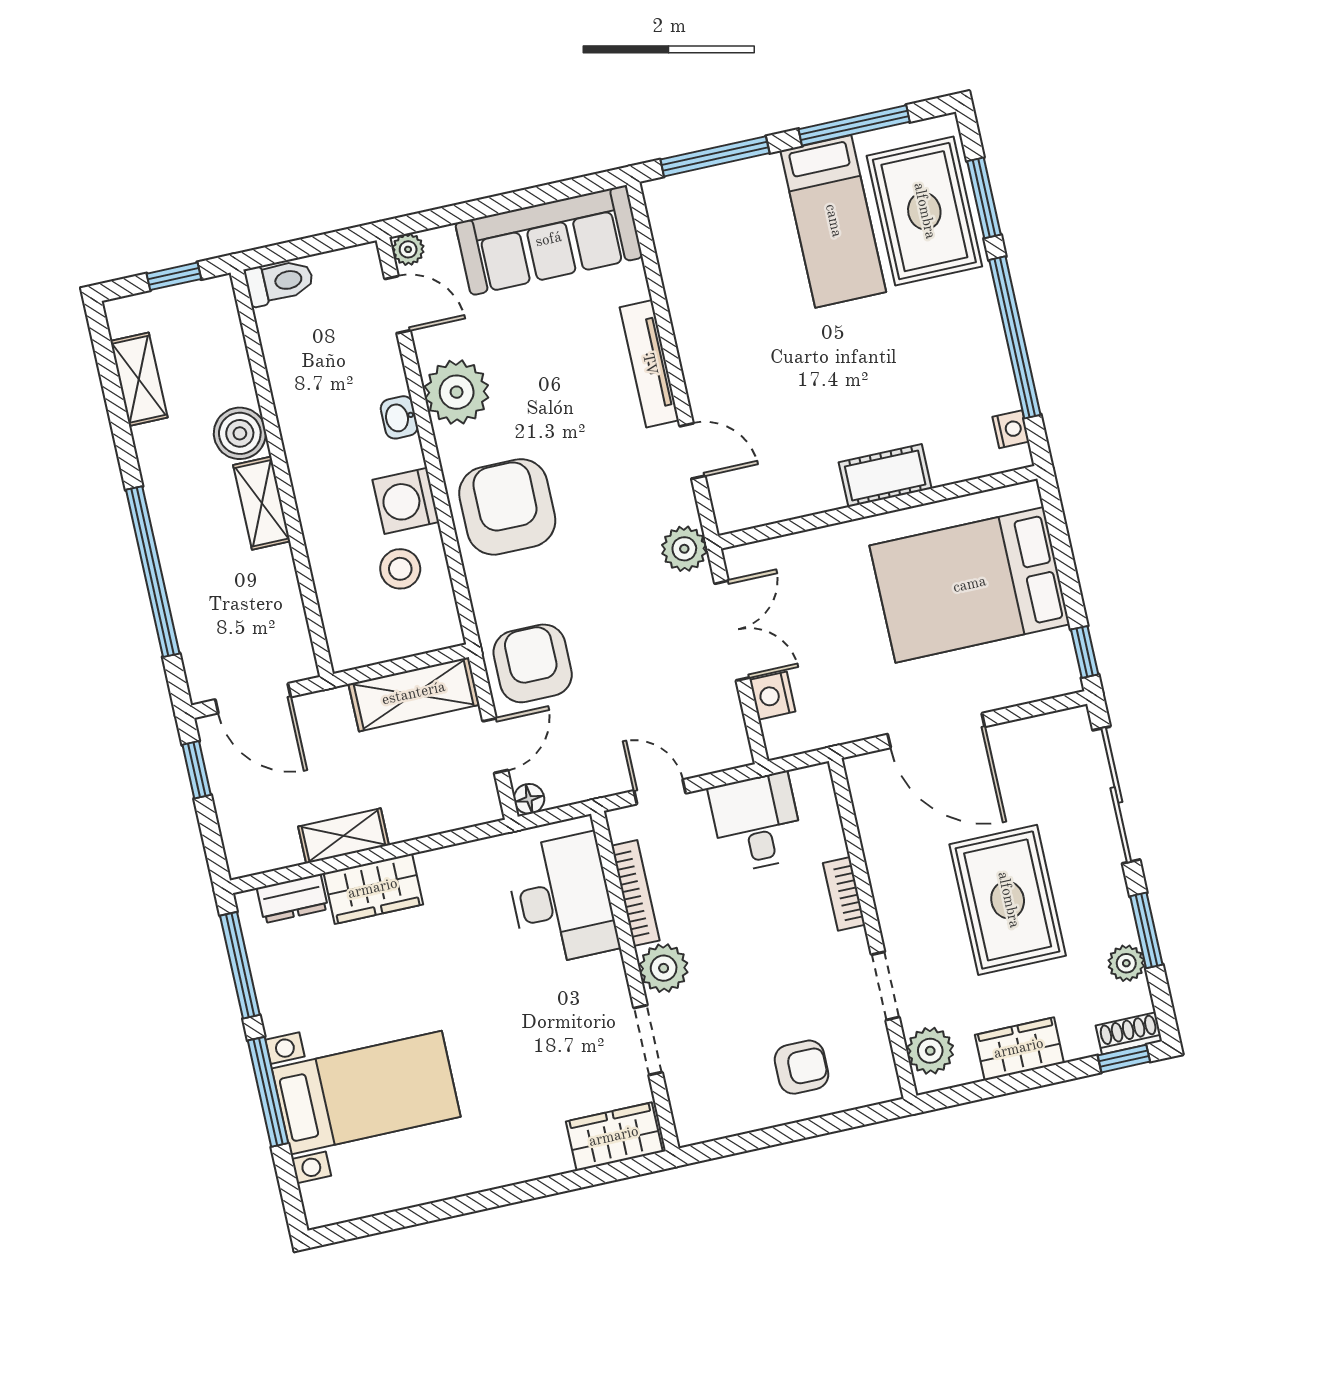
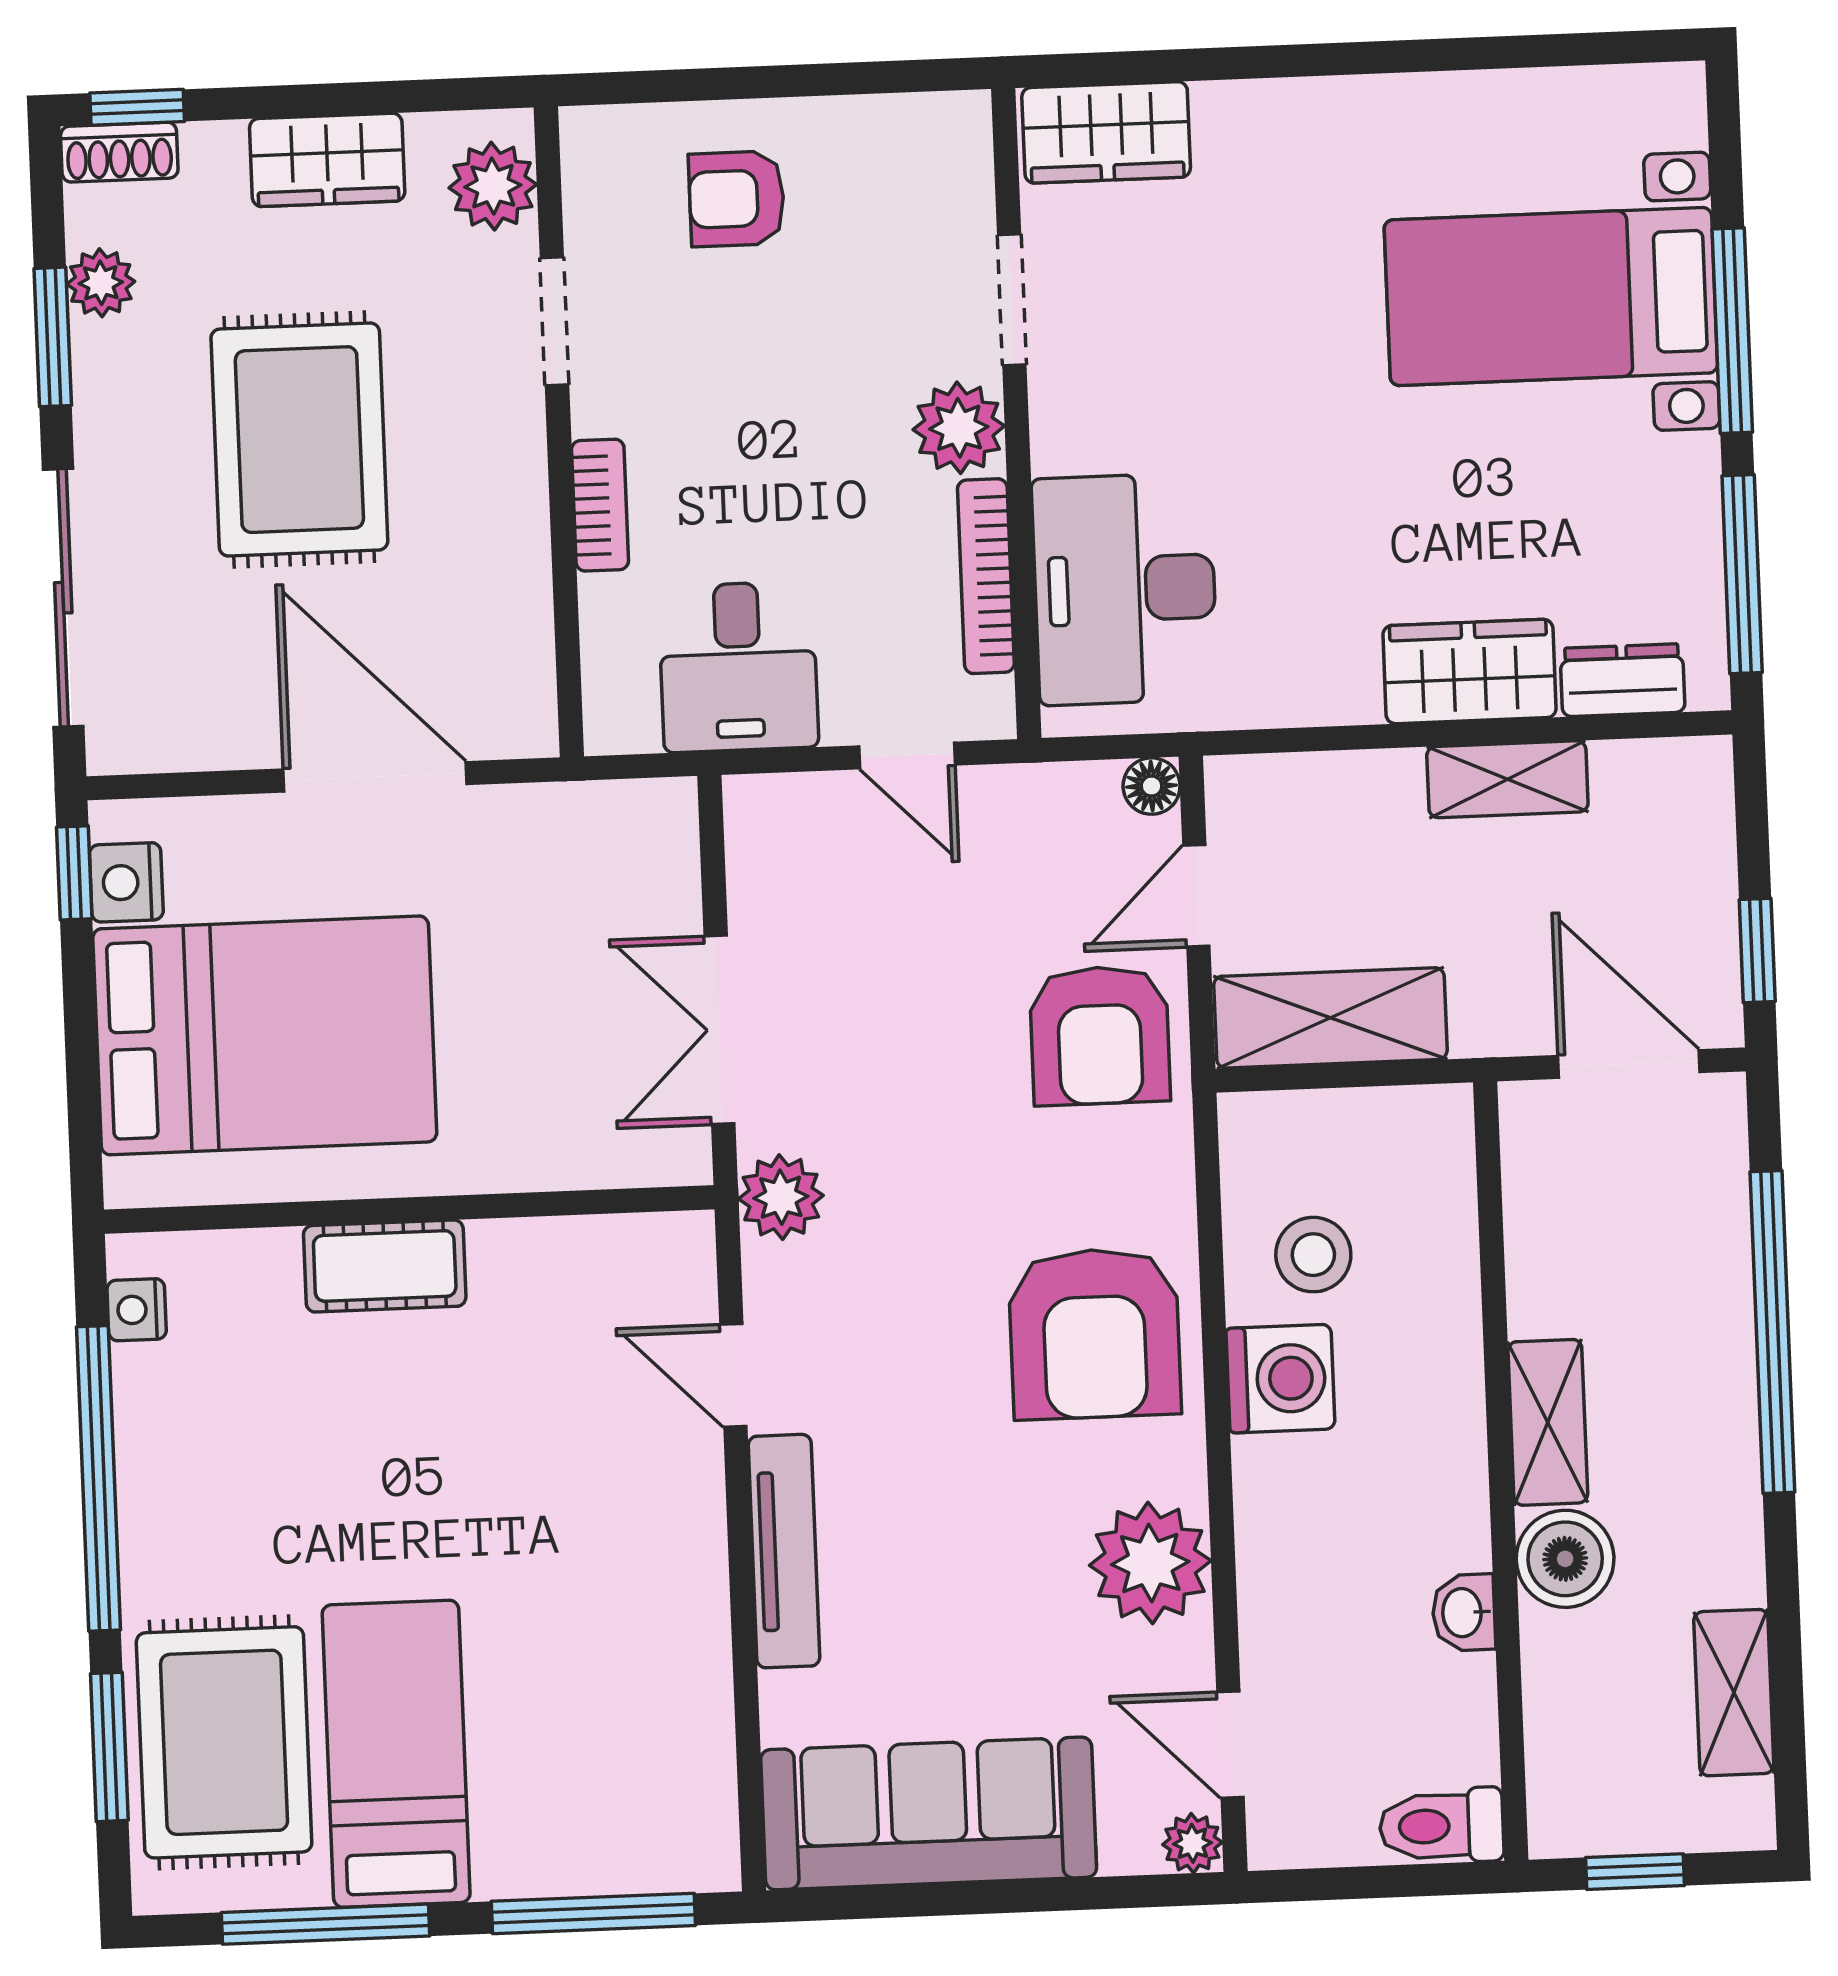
washbasin: (399, 417) -> (1464, 1613), moved, turned 180
nightstand: (773, 696) -> (126, 882), moved, turned 180

